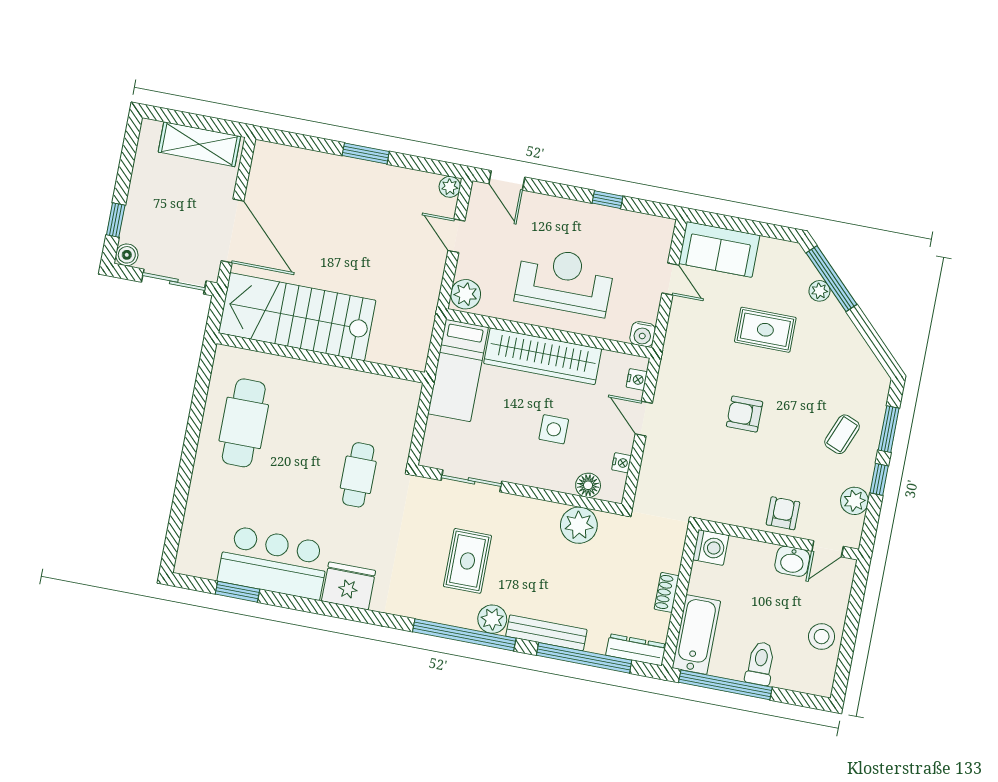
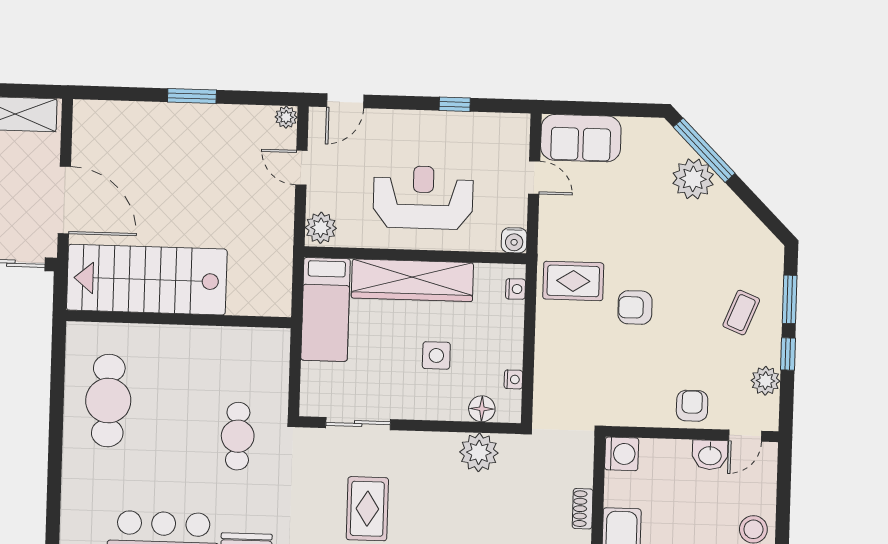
door: (507, 180) -> (345, 101), hinge flipped
plant: (819, 291) -> (693, 179), width x1.87, depth x1.87
rug: (765, 330) -> (573, 281), moved
door: (644, 419) -> (529, 329), removed

